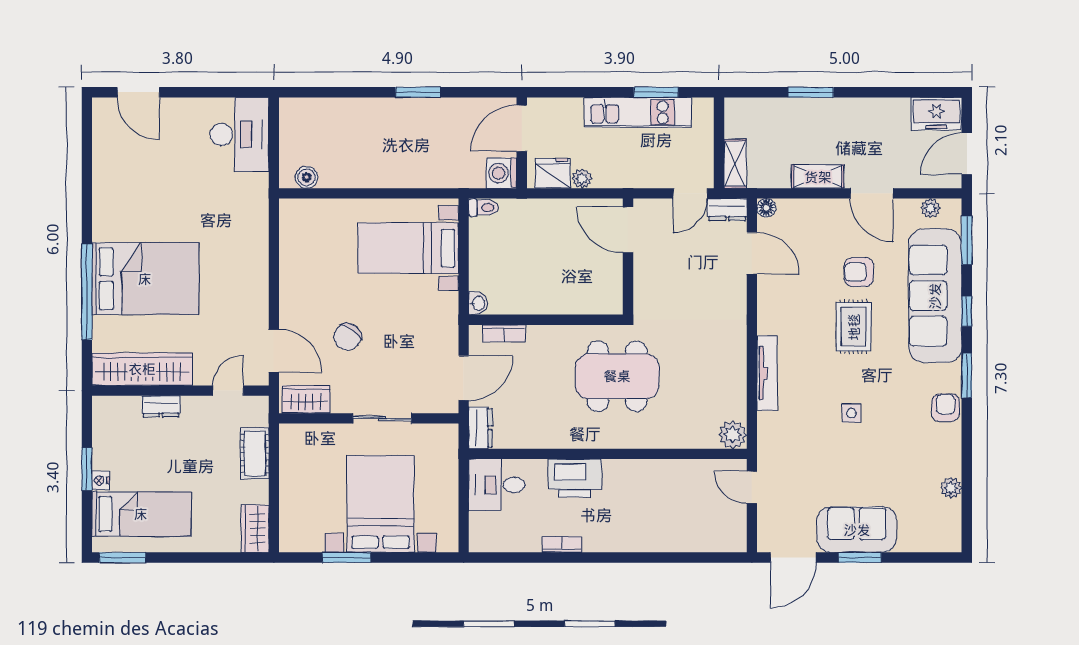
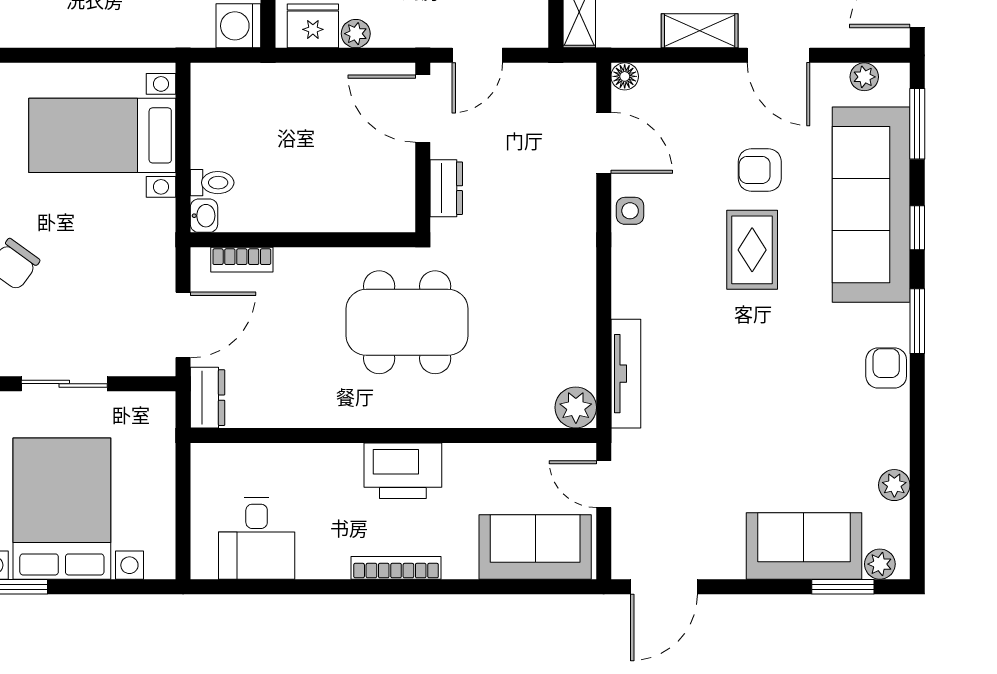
door: (690, 193) -> (477, 55), moved
toilet: (484, 208) -> (212, 183), moved
dresser: (727, 209) -> (446, 188), moved, turned -90
tv unit: (767, 373) -> (626, 374), moved
side table: (851, 413) -> (630, 211), moved
printer: (575, 478) -> (403, 471), moved
desk: (497, 485) -> (257, 538), moved, turned -90
sofa: (705, 530) -> (535, 547), added
sofa: (857, 530) -> (804, 546), moved
plant: (941, 542) -> (880, 564), added
bookcase: (562, 545) -> (396, 568), moved, width x1.56
window: (860, 557) -> (843, 587), moved

